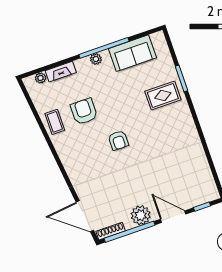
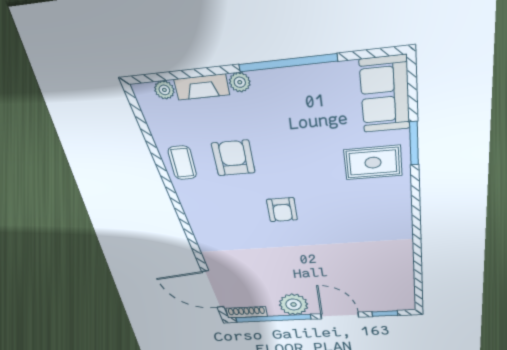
sofa: (132, 53) -> (385, 95), moved, turned 90
plant: (96, 59) -> (240, 82), moved

